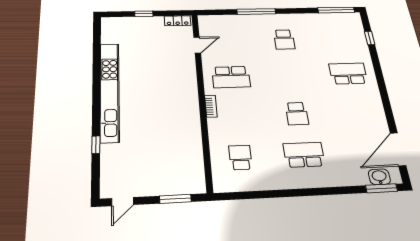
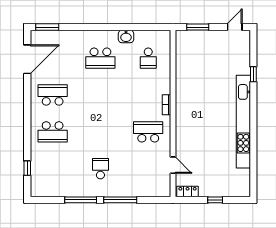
window: (336, 10) -> (81, 200), moved
door: (197, 45) -> (173, 165), swing flipped
school desk: (297, 114) -> (53, 95), moved, width x1.85
washbasin: (379, 177) -> (126, 36), moved

